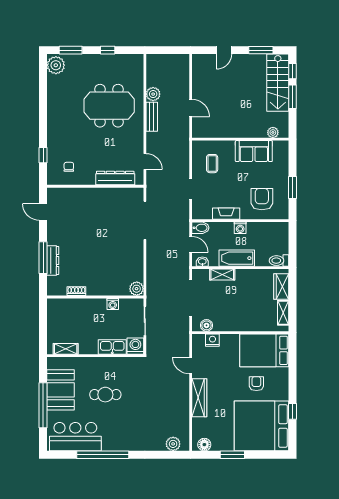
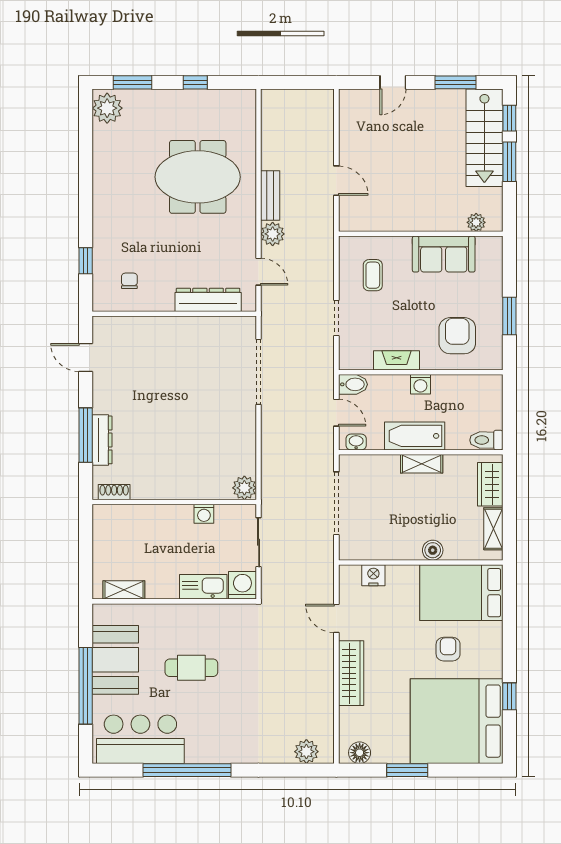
plant: (153, 94) -> (273, 234), moved
shelving: (222, 275) -> (422, 464), moved
shoe rack: (76, 291) -> (114, 492), moved
boiler: (206, 325) -> (433, 550), moved

